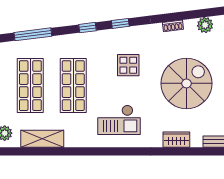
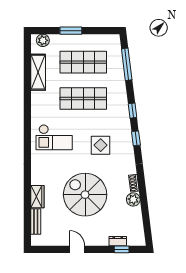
plant: (205, 25) -> (133, 199), moved
spiral stairs: (187, 83) -> (85, 195), turned 180
checkout: (119, 120) -> (54, 137), turned -90
wardrobe: (176, 140) -> (37, 197), moved

